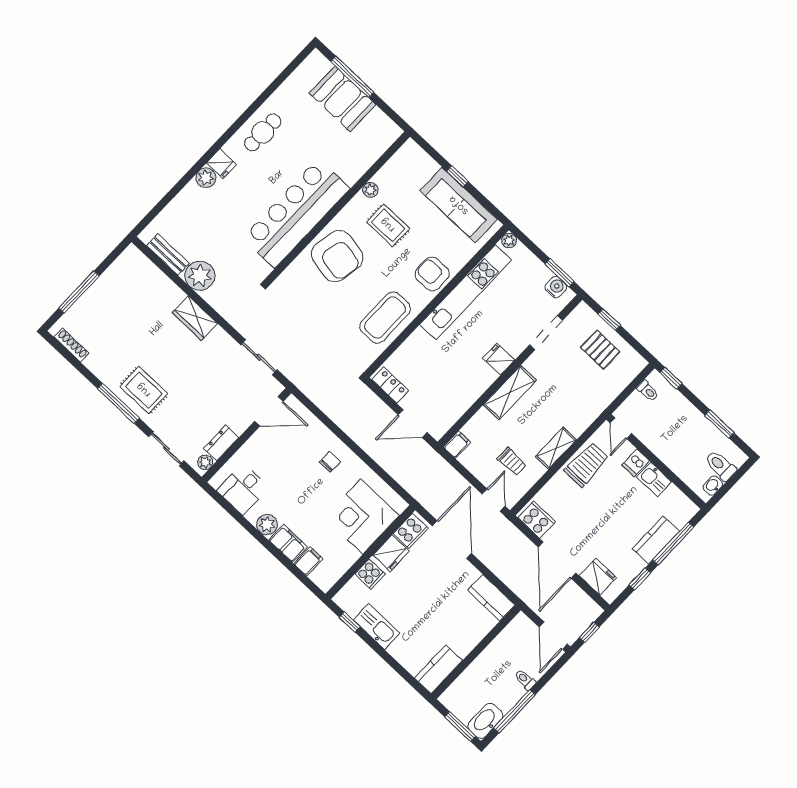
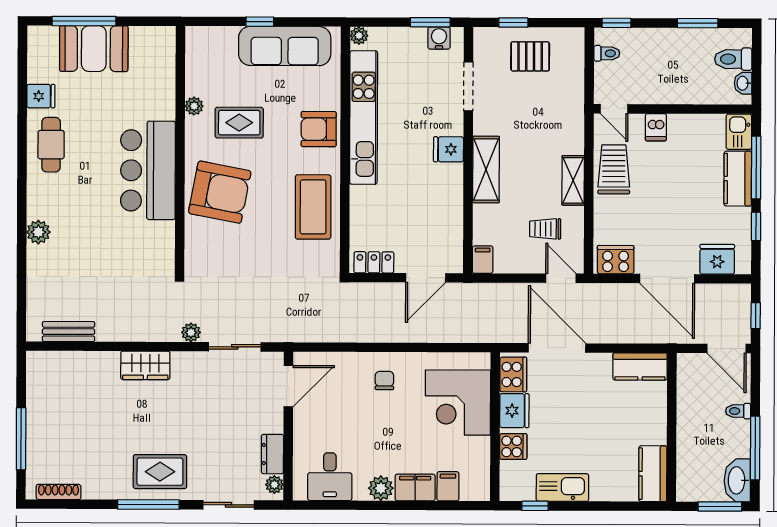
fridge: (222, 164) -> (41, 96), moved
bar counter: (296, 213) -> (148, 170), width x0.73
plant: (200, 276) -> (191, 332), moved, width x0.53, depth x0.53
trolley: (512, 462) -> (545, 229), turned 180
kitchen sink: (654, 479) -> (739, 132), moved, turned 90

